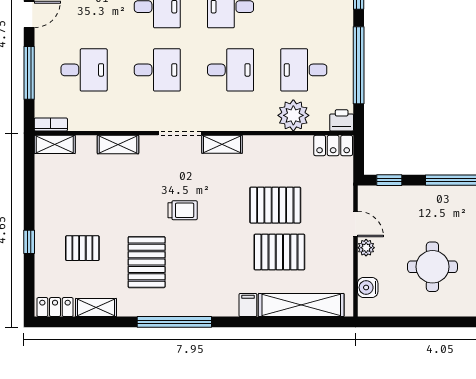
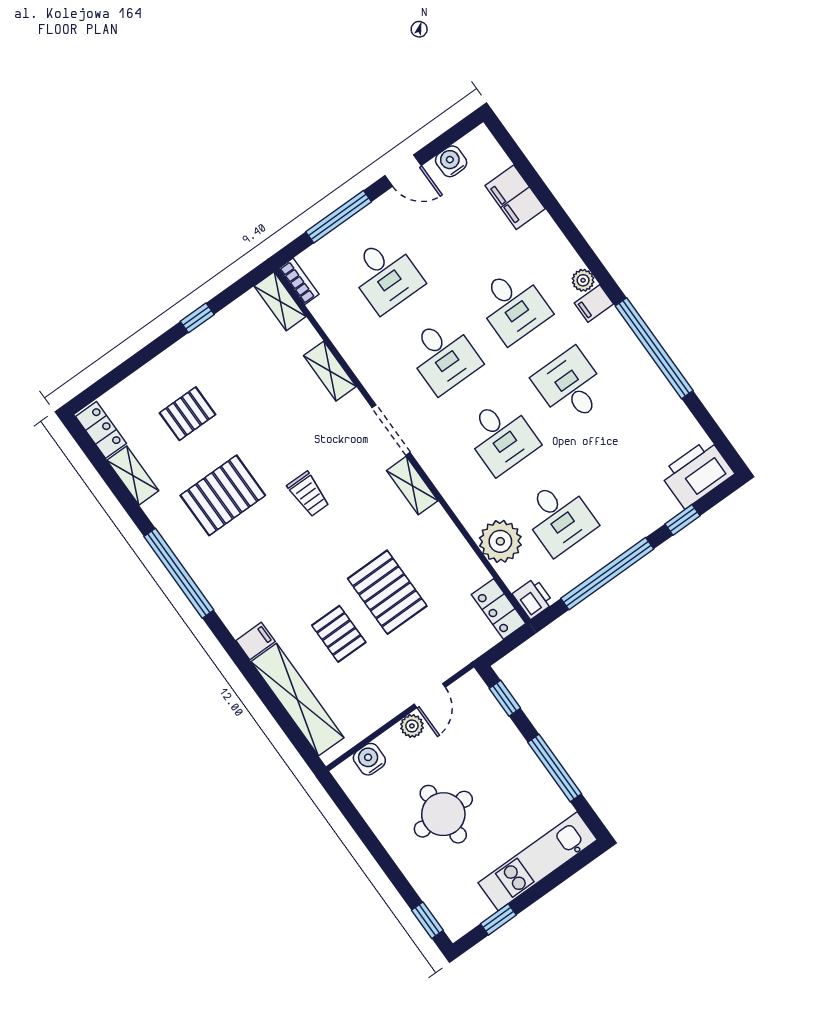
desk: (304, 70) -> (559, 517), turned 180
window: (29, 242) -> (197, 318), moved
pallet: (82, 248) -> (188, 414), turned 90
pallet: (279, 252) -> (339, 634), width x0.67, depth x0.71

